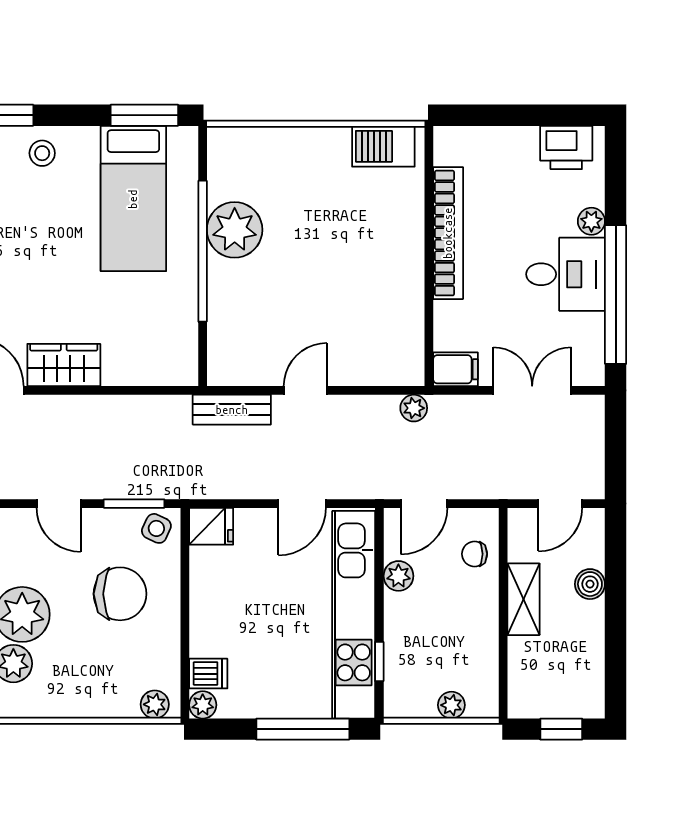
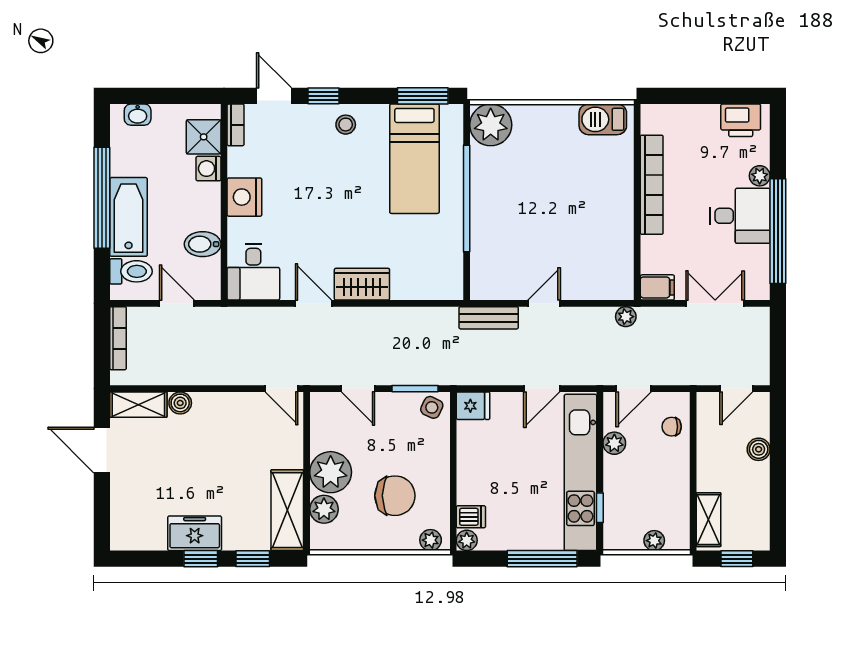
plant: (235, 230) -> (491, 125), moved
chair: (120, 594) -> (395, 496), moved
shelving: (523, 599) -> (708, 520), moved

